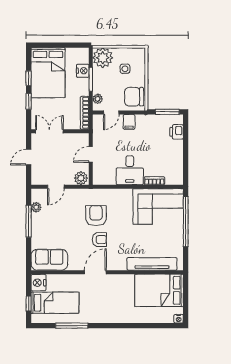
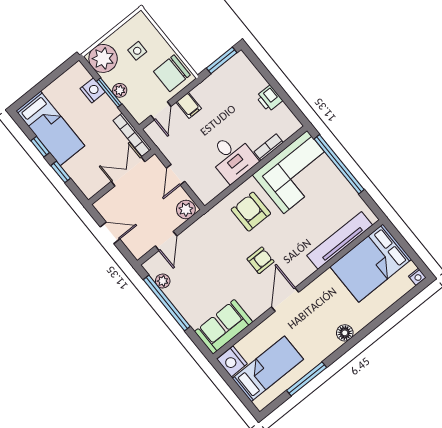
bed: (48, 73) -> (50, 128), width x0.67
plant: (98, 99) -> (120, 90), moved
double door: (49, 131) -> (128, 172), moved
printer: (177, 132) -> (269, 98), moved
door: (29, 157) -> (110, 233), swing flipped
armchair: (96, 216) -> (251, 212), moved
window: (29, 221) -> (167, 303), width x1.46
window: (29, 304) -> (240, 393), removed
floor lamp: (113, 317) -> (345, 333), added

